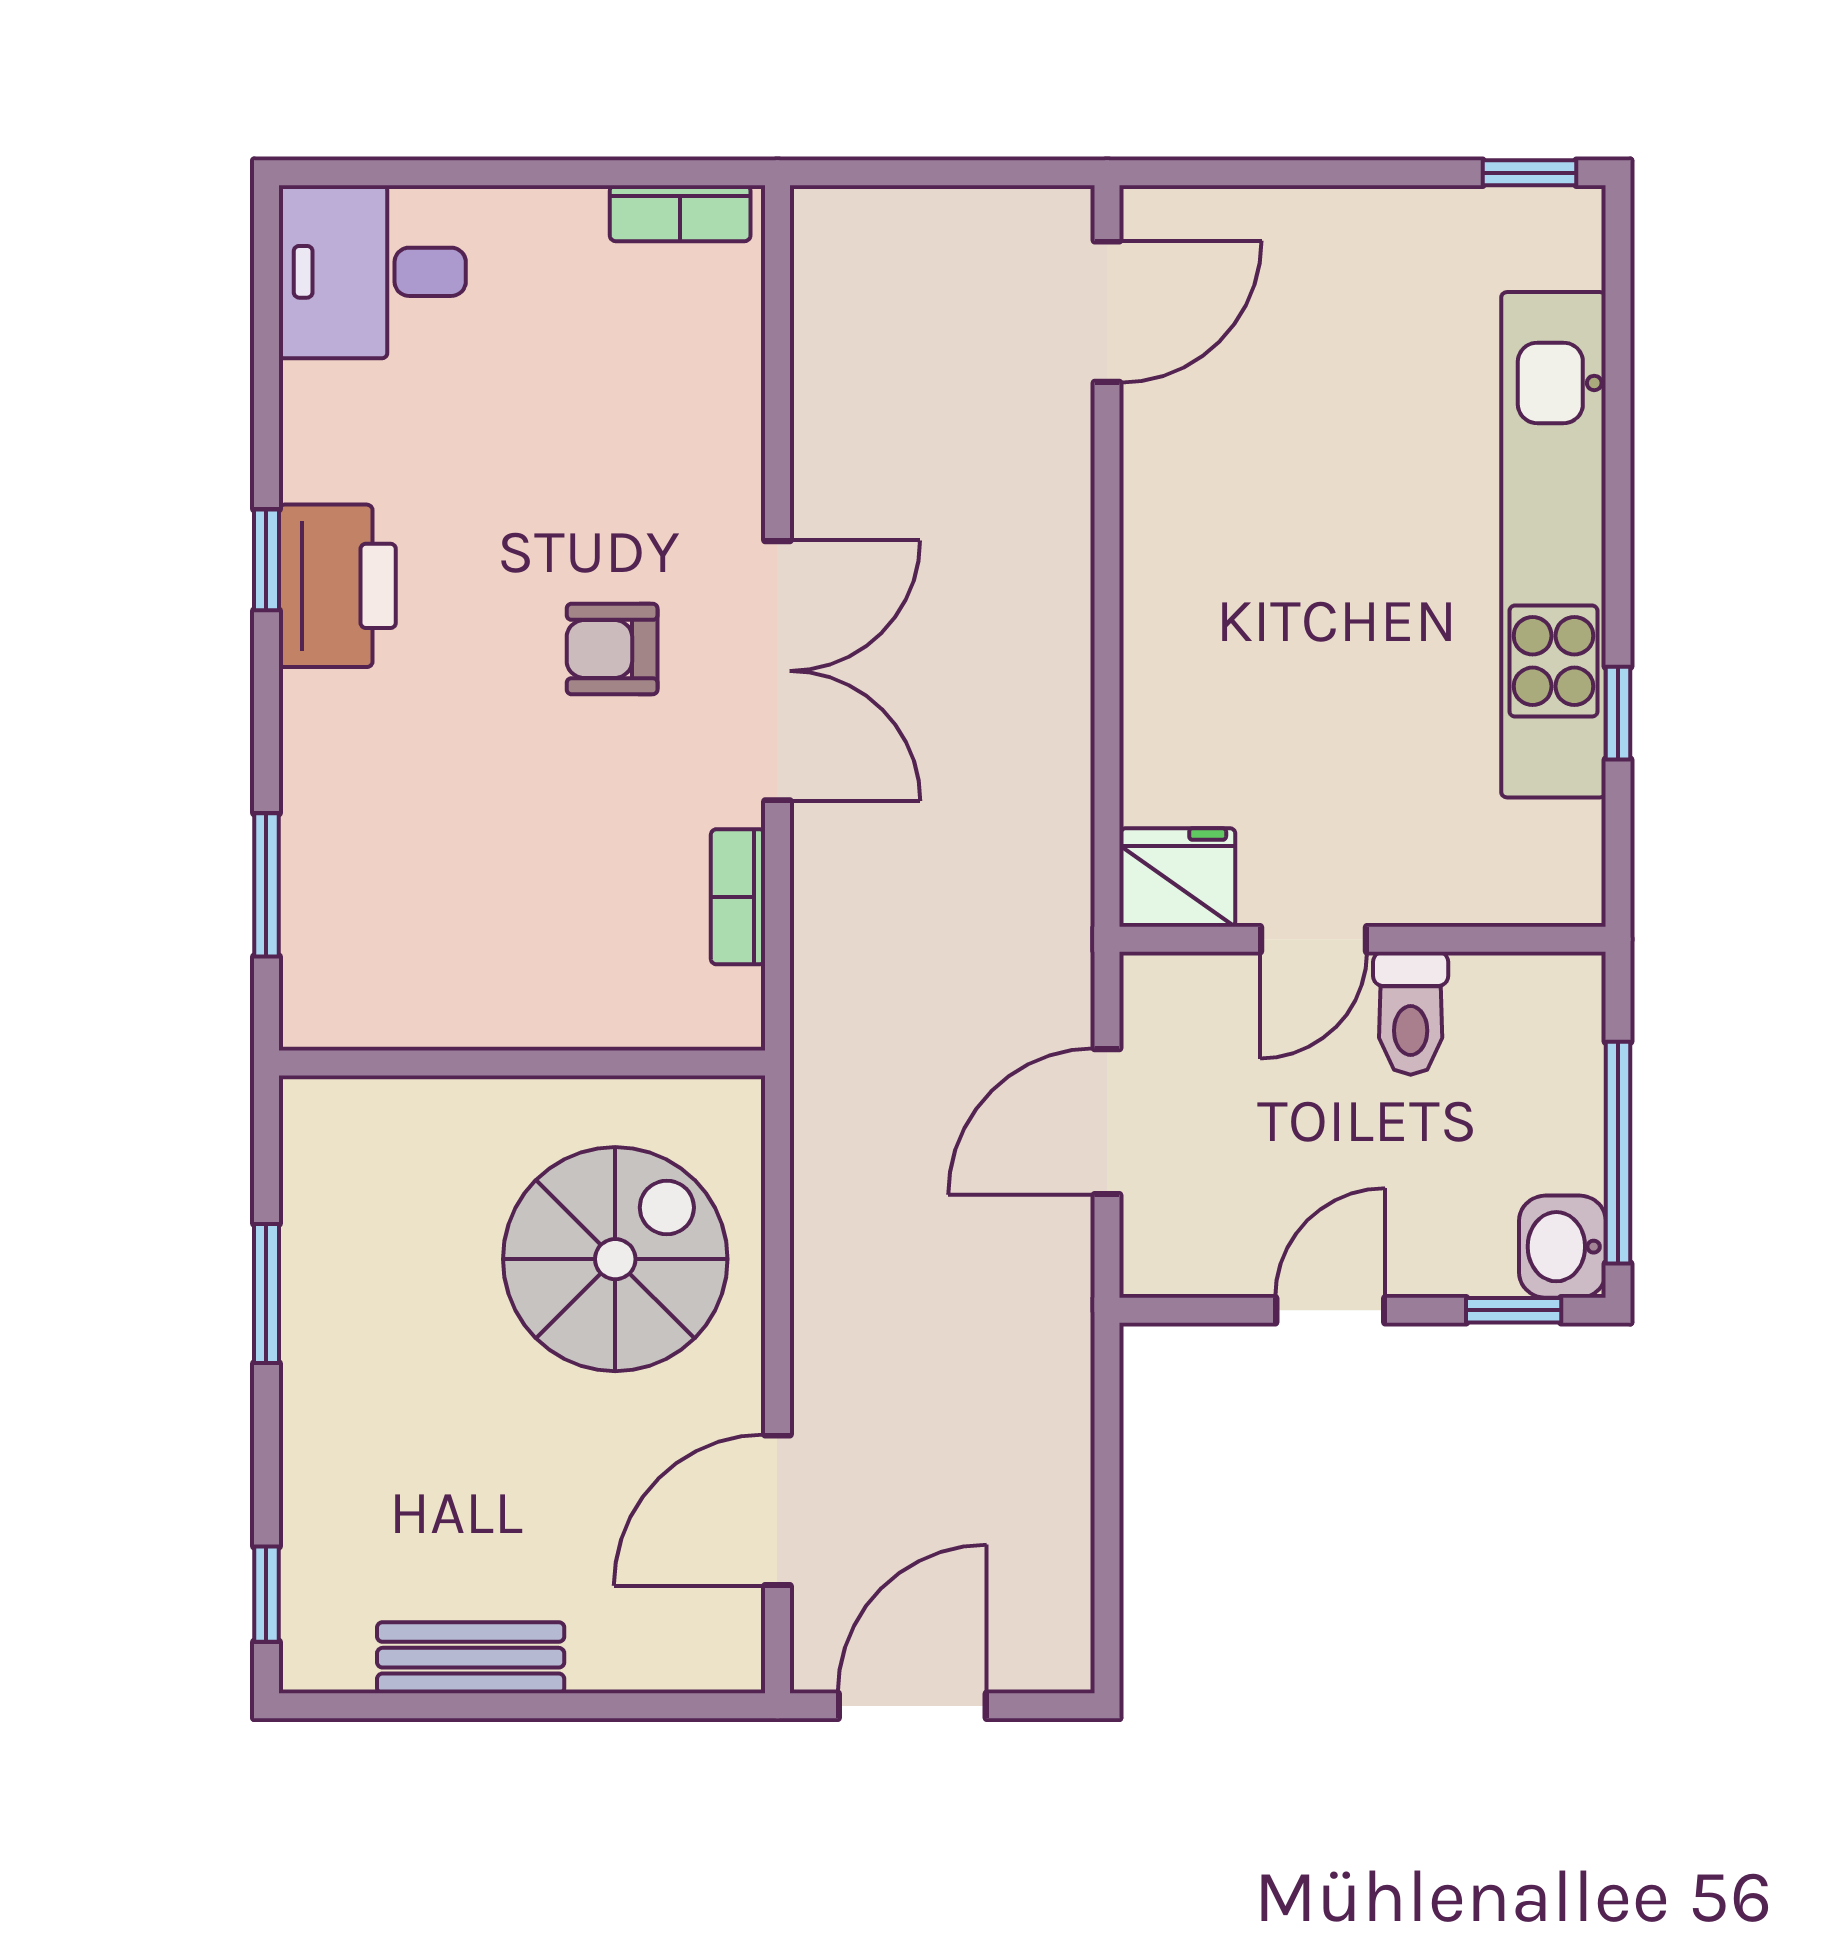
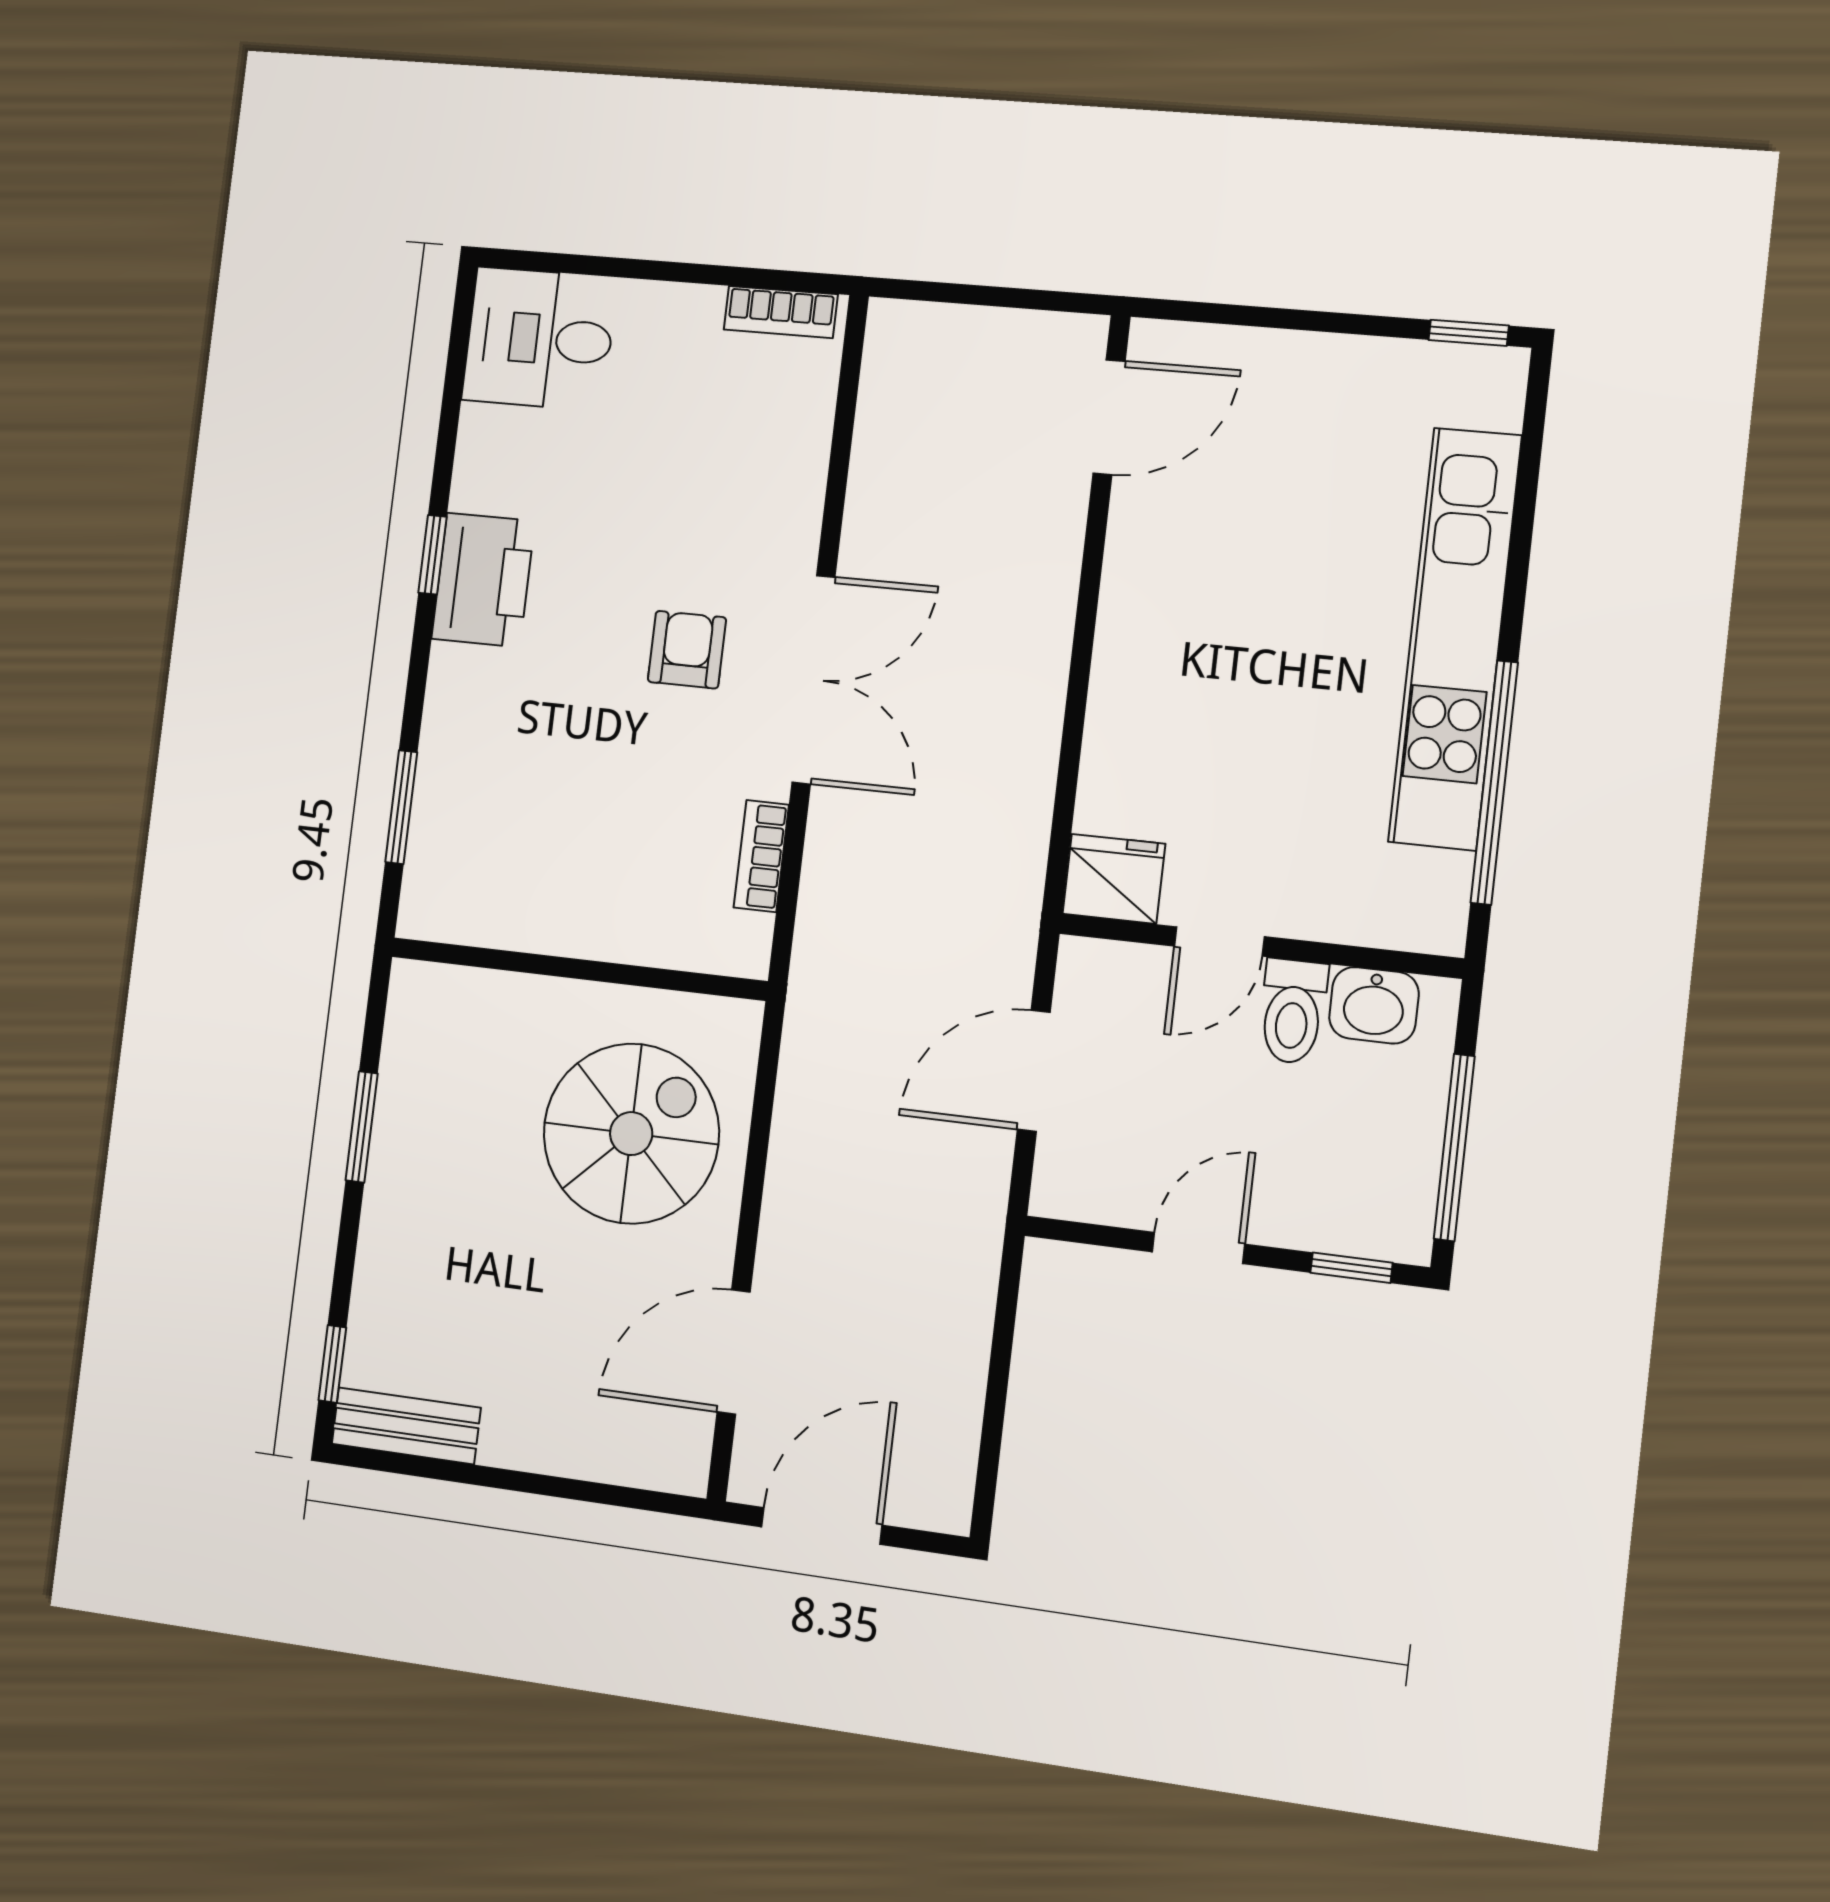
armchair: (612, 649) -> (687, 650), turned 90
window: (1618, 713) -> (1494, 783), width x3.17
washbasin: (1562, 1247) -> (1374, 1005), moved, turned -90
bench: (471, 1658) -> (406, 1426), moved

